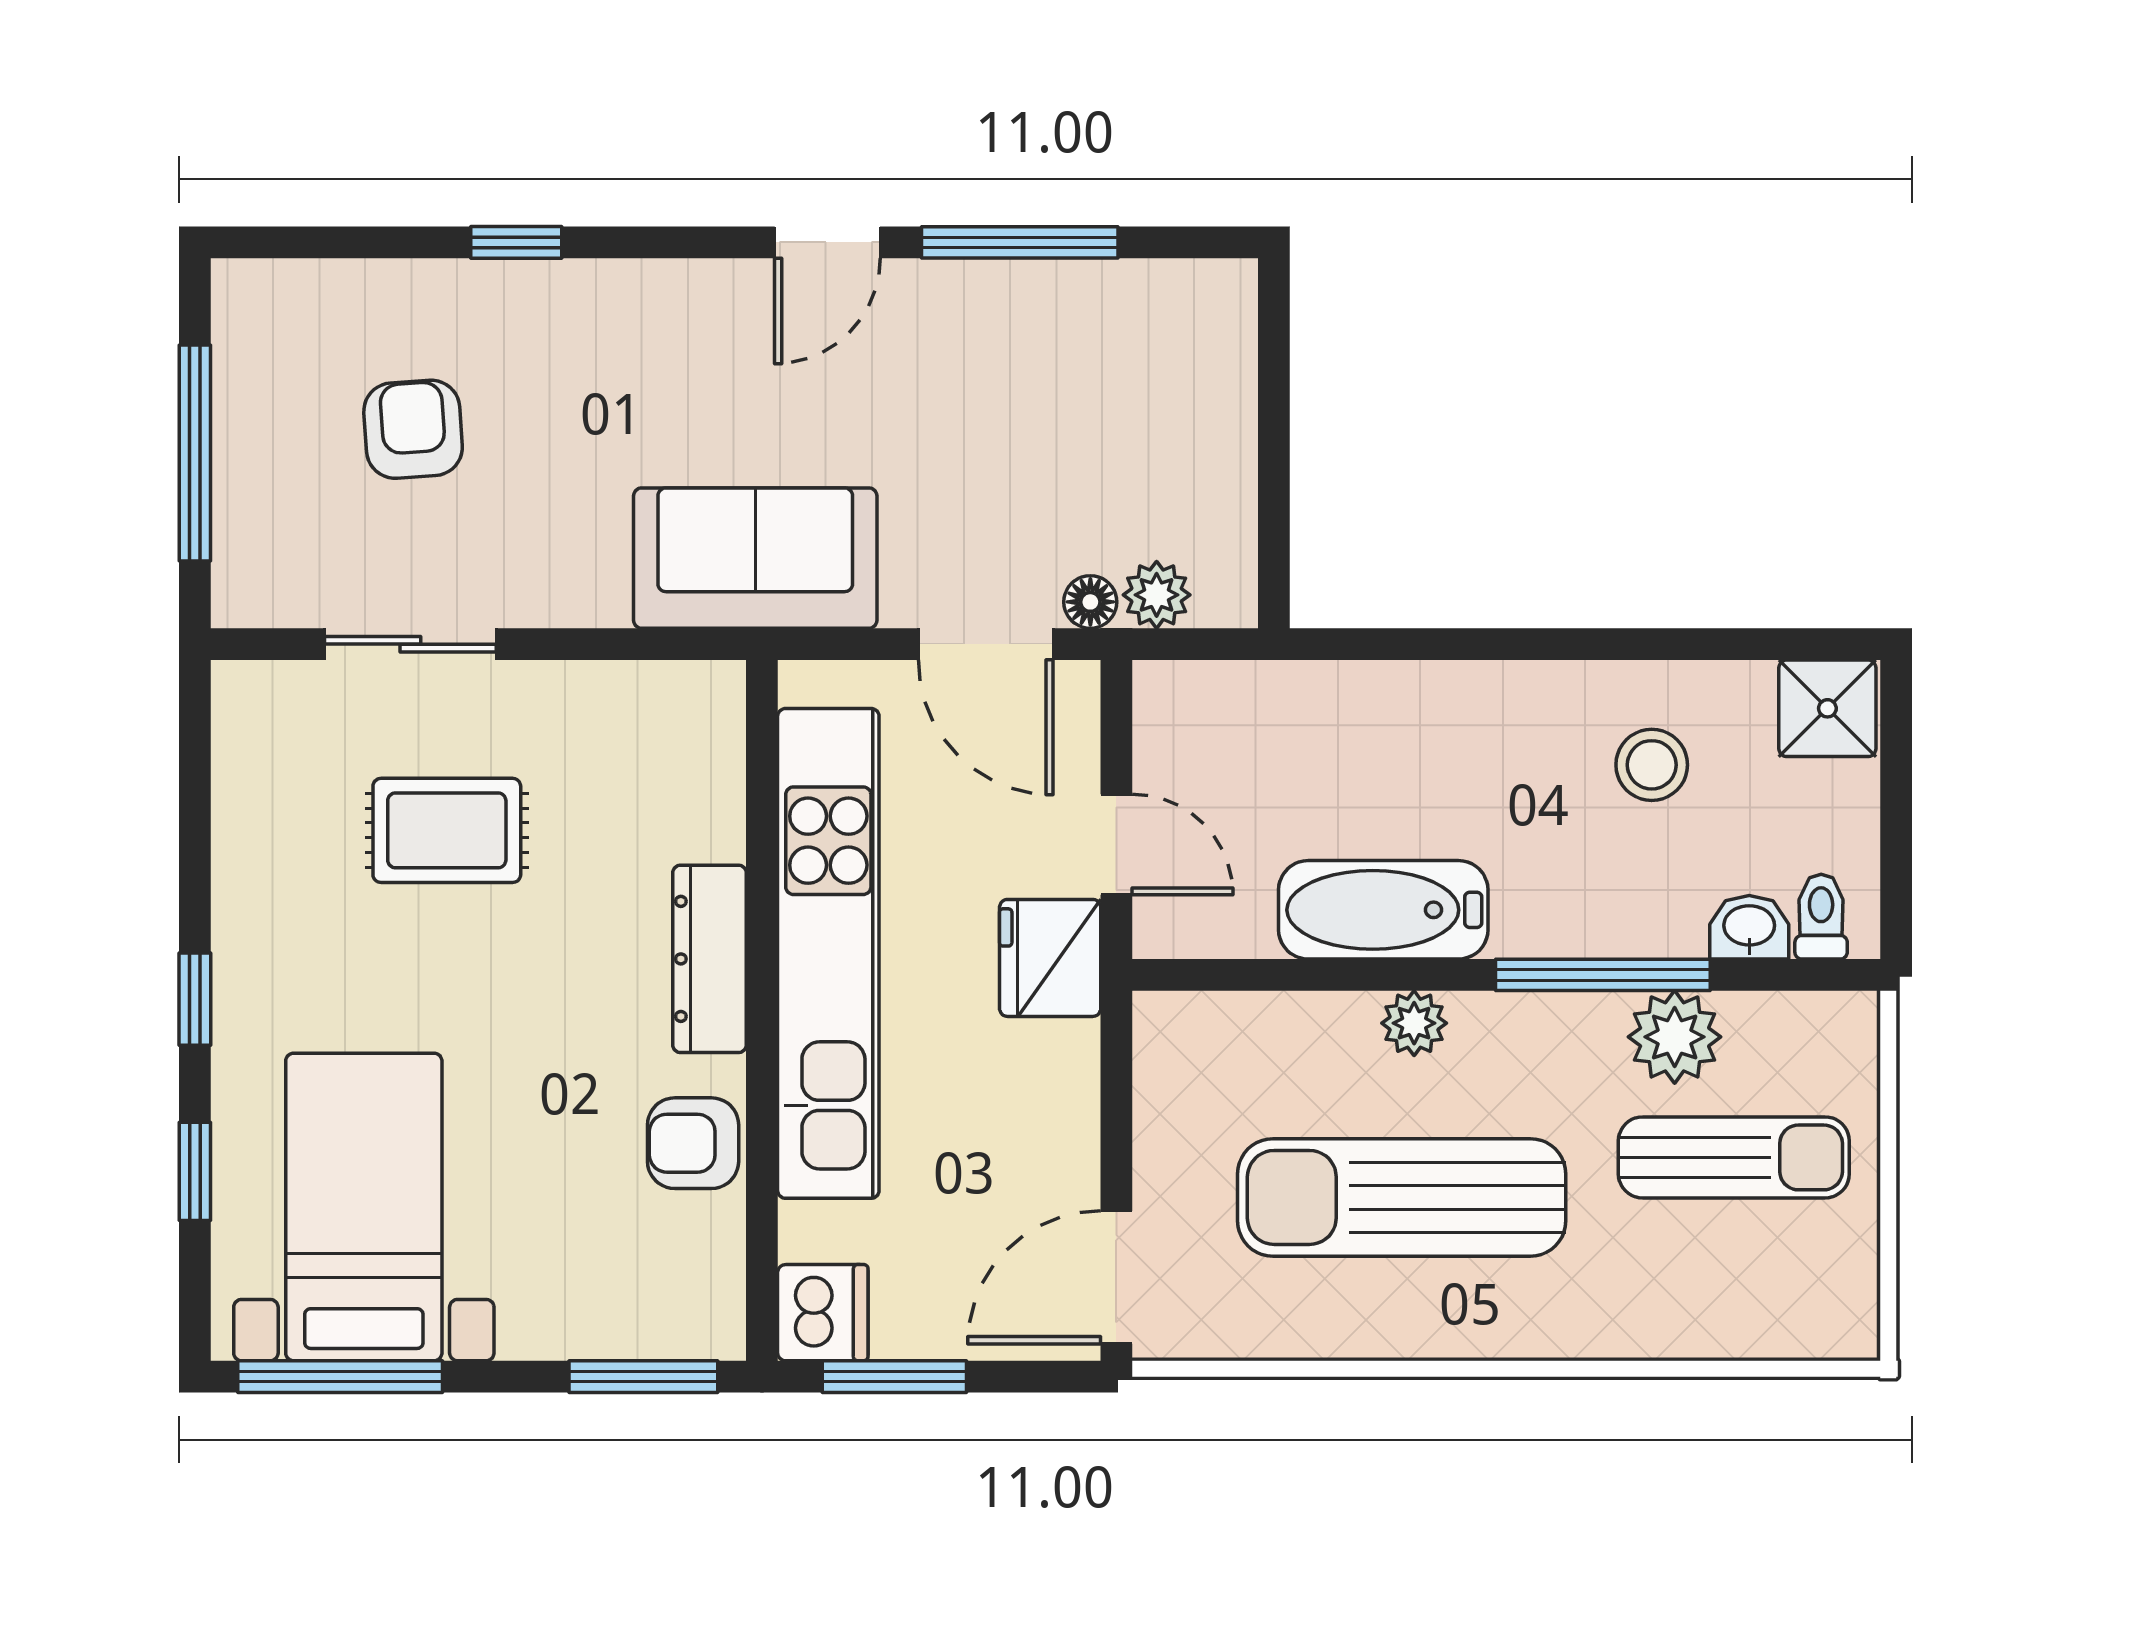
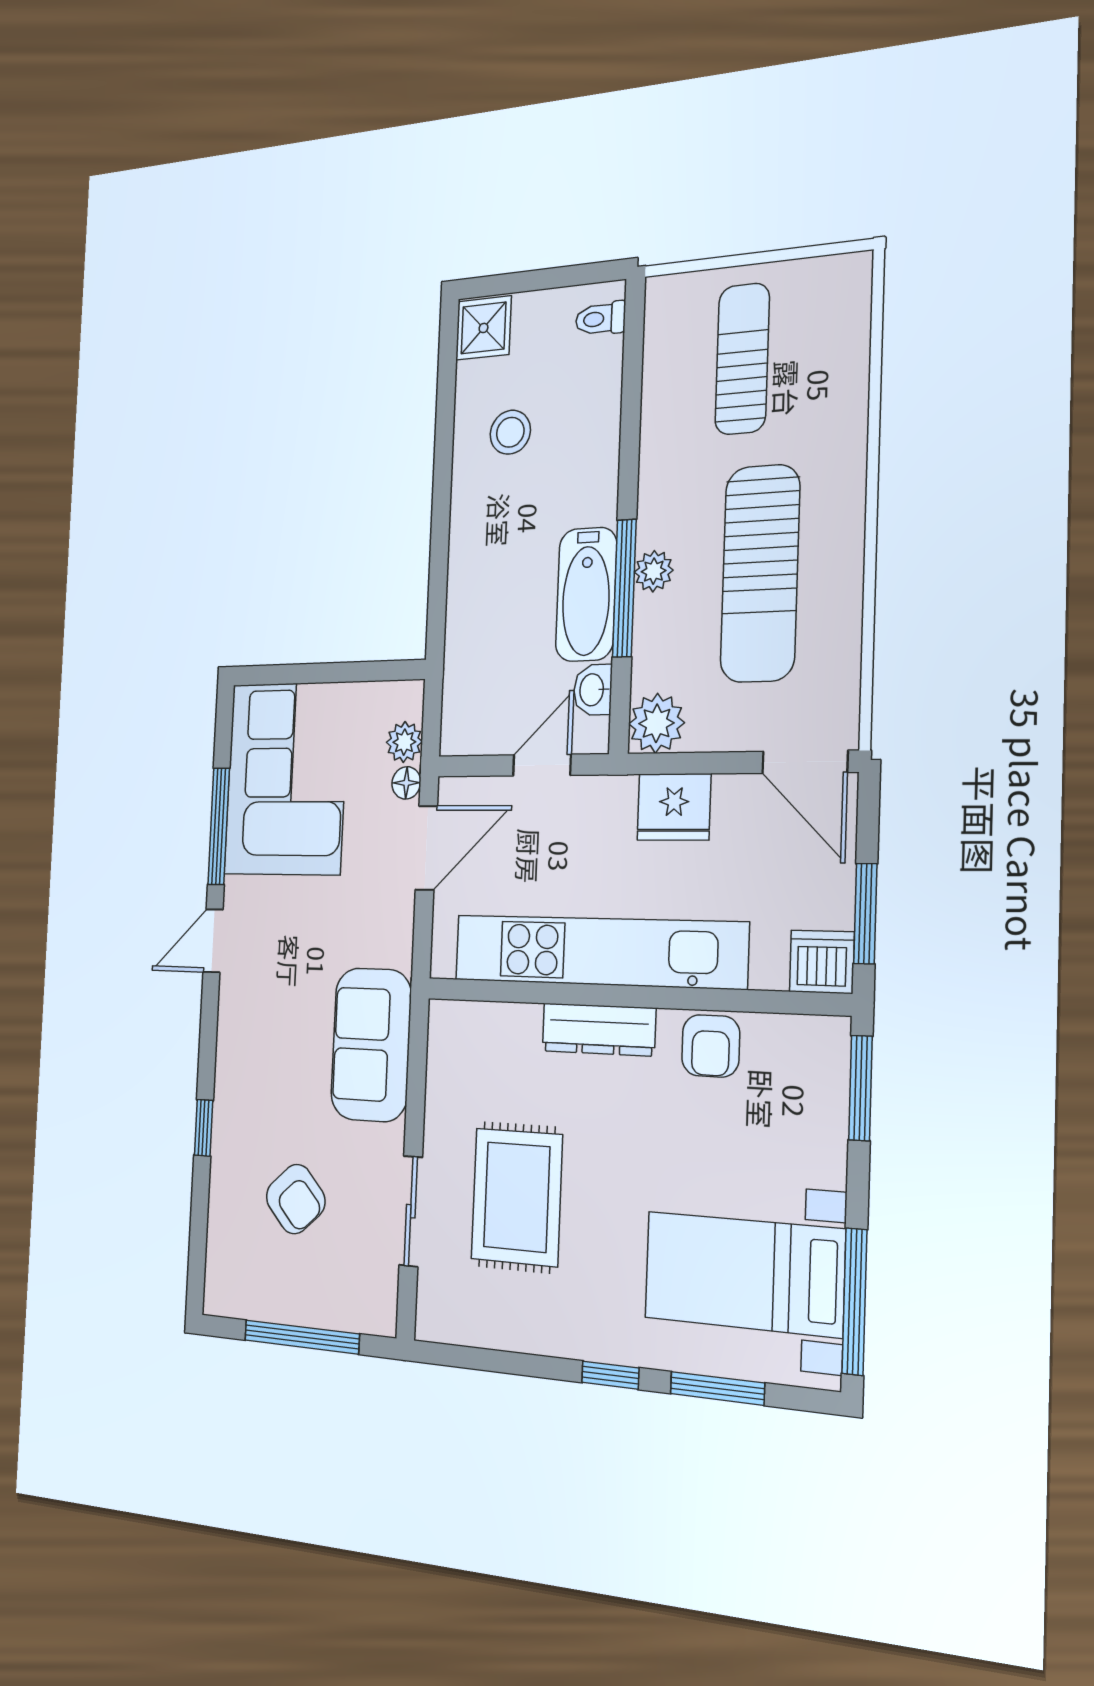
door: (827, 242) -> (213, 941), swing flipped
corner sofa: (1099, 372) -> (286, 779), added
armchair: (413, 429) -> (296, 1199), turned -128
sofa: (755, 558) -> (371, 1045), moved
rug: (447, 830) -> (517, 1197), width x1.36, depth x1.43
washbasin: (1749, 927) -> (593, 690), moved
fridge: (1050, 958) -> (674, 807), moved
window: (1603, 975) -> (624, 588), moved
plant: (1675, 1037) -> (657, 723), moved
window: (195, 1171) -> (717, 1388), width x1.50

